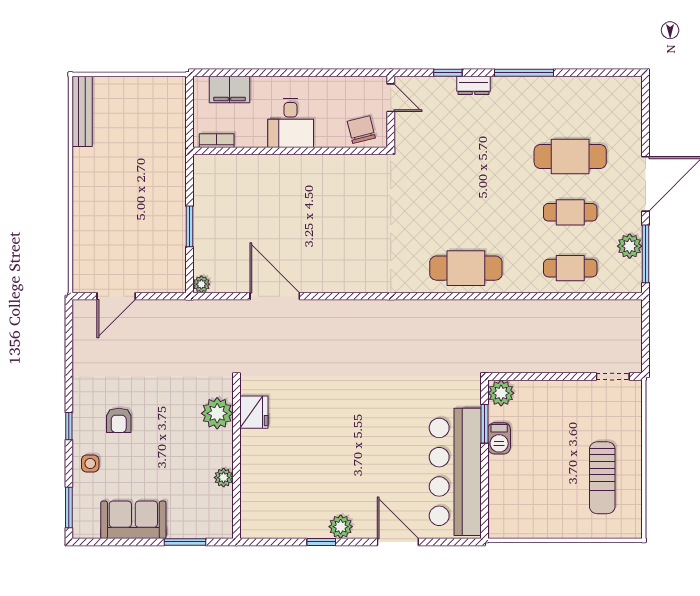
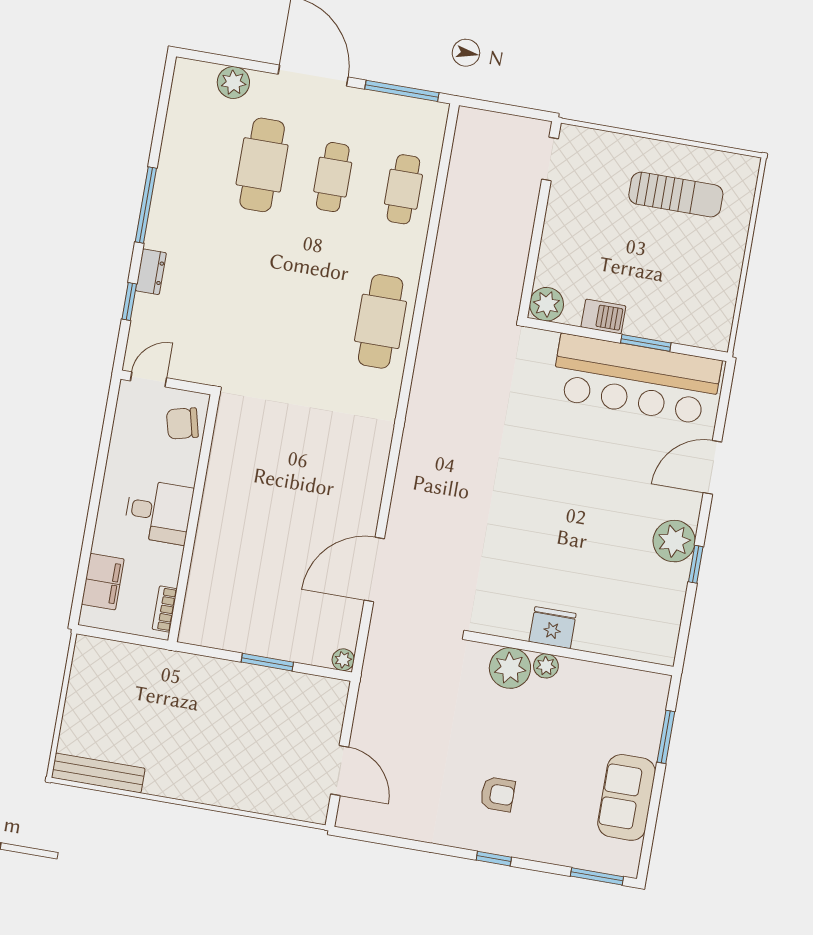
plant: (630, 246) -> (233, 82), moved
fridge: (254, 412) -> (553, 628), moved
window: (485, 424) -> (646, 343), moved
side table: (90, 464) -> (546, 840), removed
plant: (224, 478) -> (546, 666), moved
plant: (341, 527) -> (674, 541), width x1.36, depth x1.36

